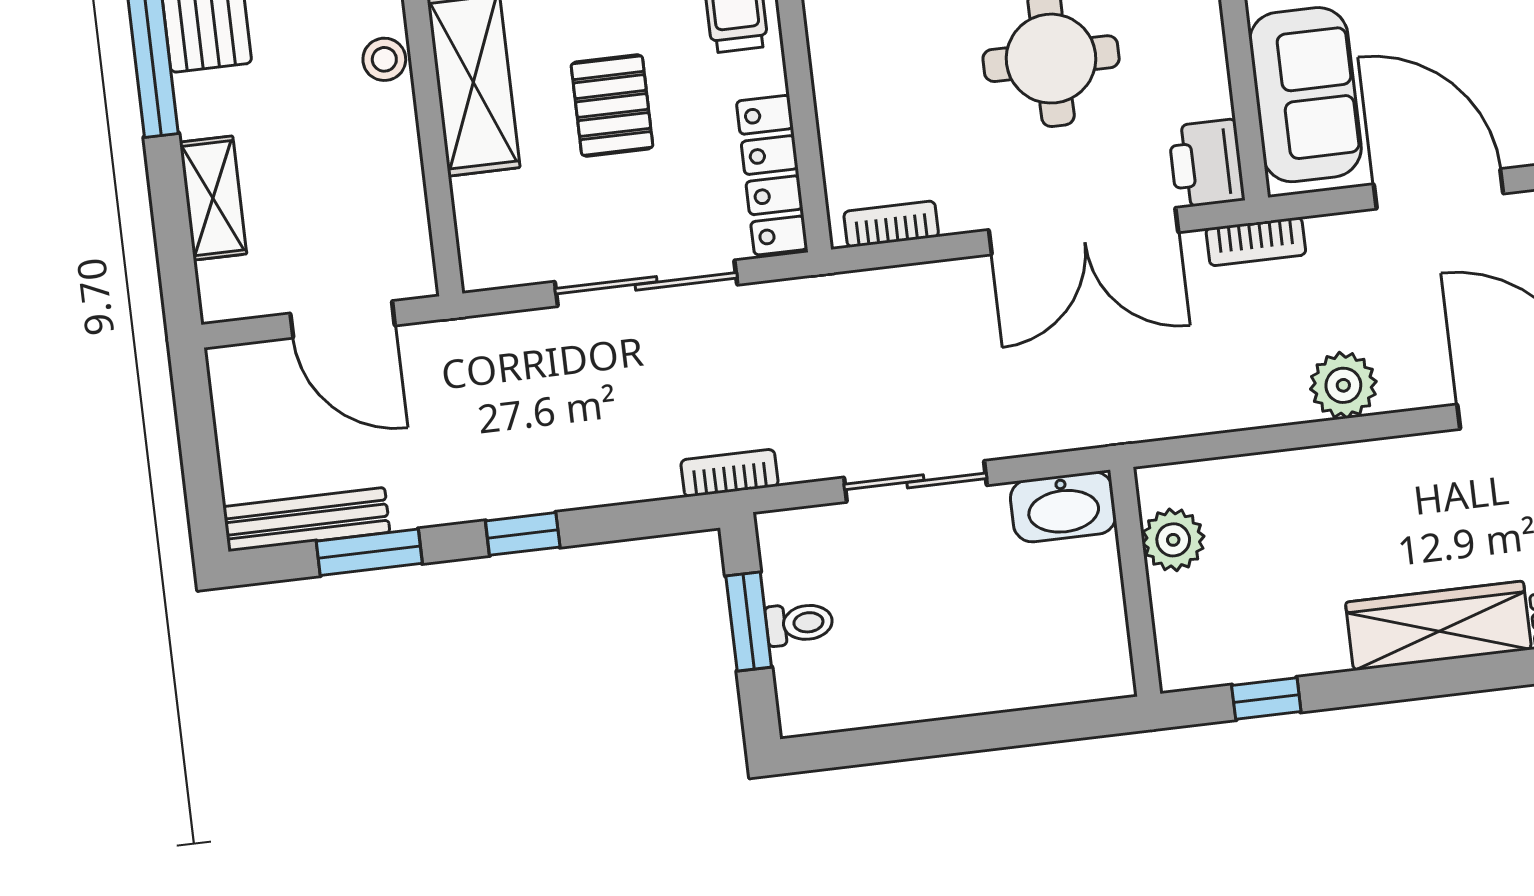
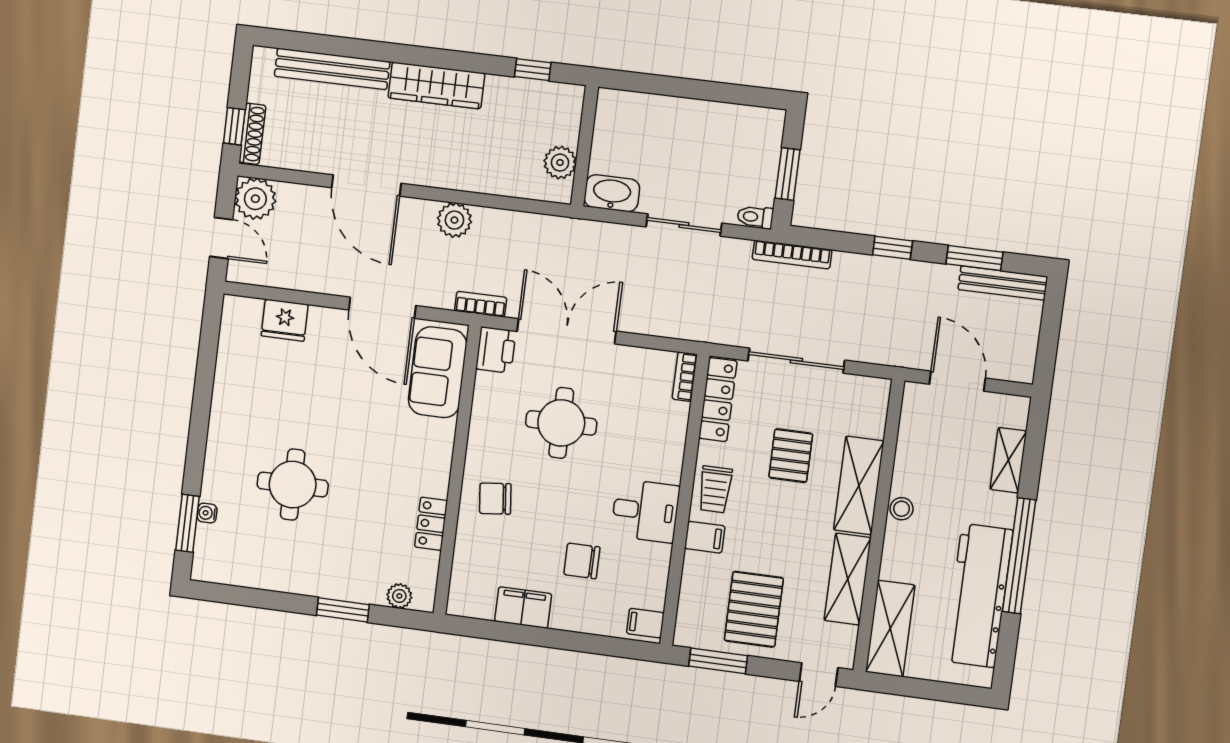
bookcase: (891, 224) -> (685, 377), moved, turned 90
bookcase: (729, 473) -> (792, 255), width x1.56
toilet: (799, 623) -> (755, 217), moved

